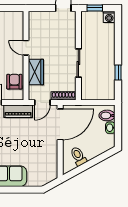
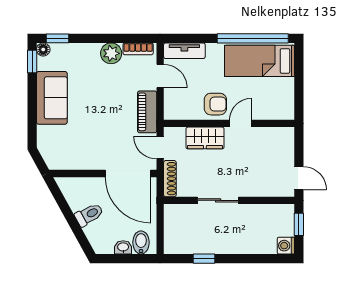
armchair: (14, 82) -> (215, 104), moved
toilet: (78, 156) -> (89, 215), moved

